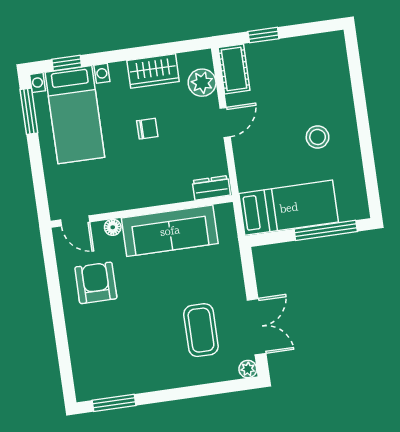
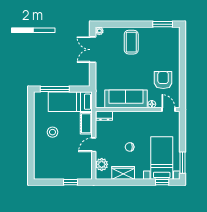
cot: (234, 69) -> (86, 123), moved
armchair: (96, 283) -> (163, 80), turned 180
coffee table: (201, 330) -> (131, 42), moved

